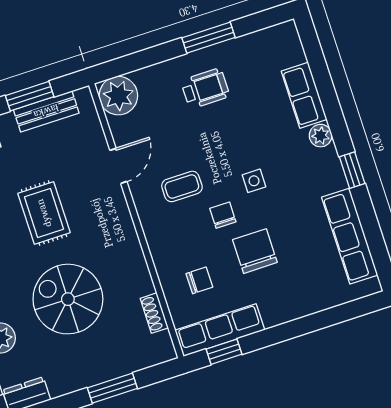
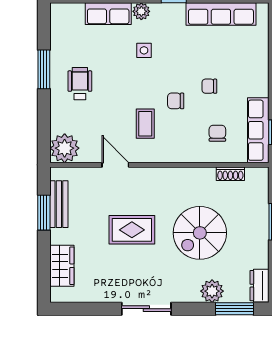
side table: (254, 181) -> (144, 50), moved
chair: (255, 251) -> (209, 86), width x0.54, depth x0.54

